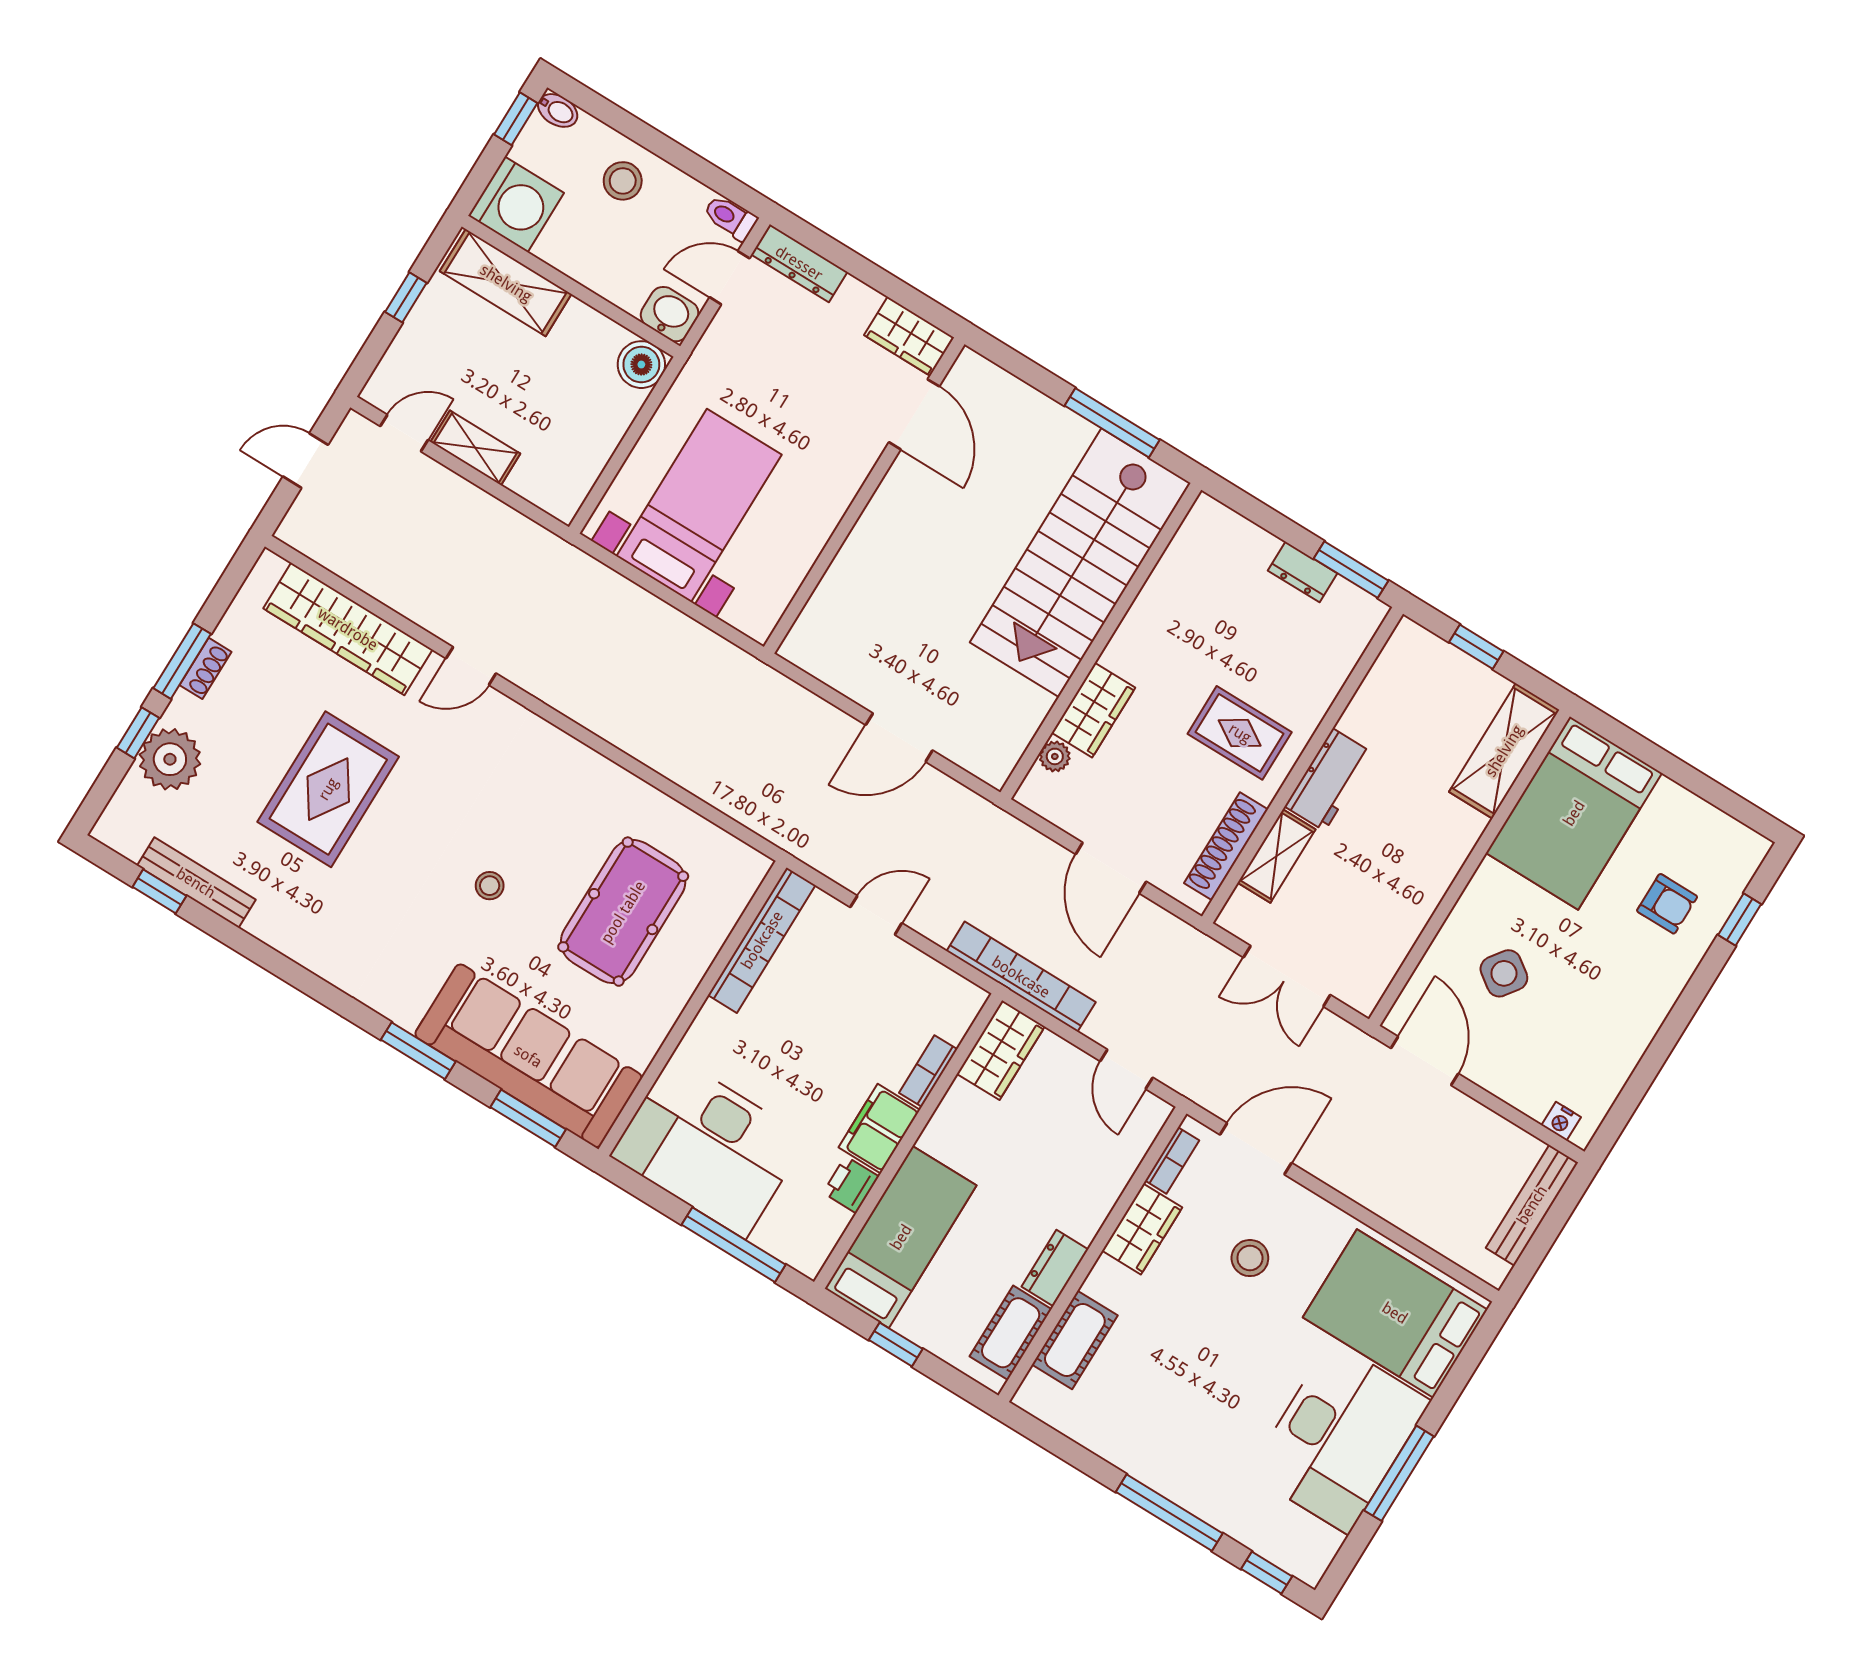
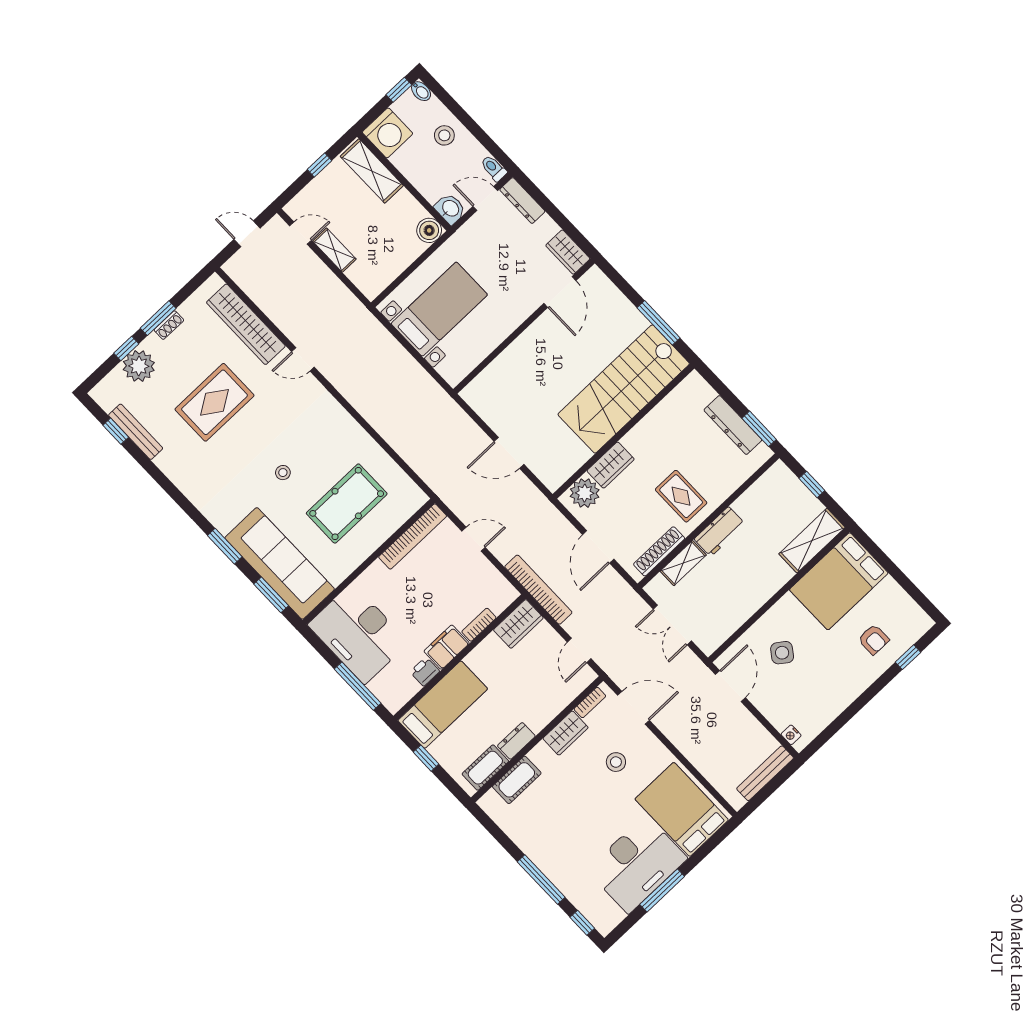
dresser: (1303, 572) -> (733, 425), width x1.96, depth x1.24
plant: (1055, 756) -> (585, 493), width x1.87, depth x1.87

